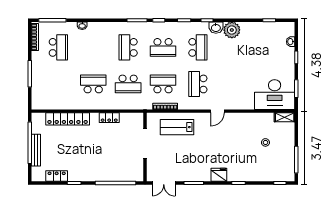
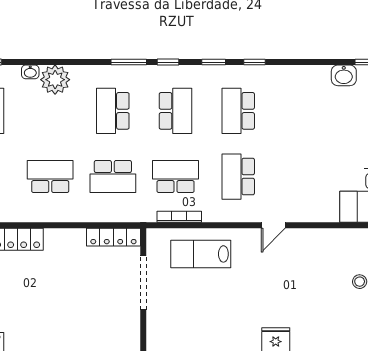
washbasin: (216, 28) -> (344, 75), moved
plant: (232, 30) -> (55, 80), moved
school desk: (163, 47) -> (176, 111), turned -90
school desk: (198, 47) -> (238, 111), turned 180
locker: (109, 118) -> (113, 237), moved, width x1.53

